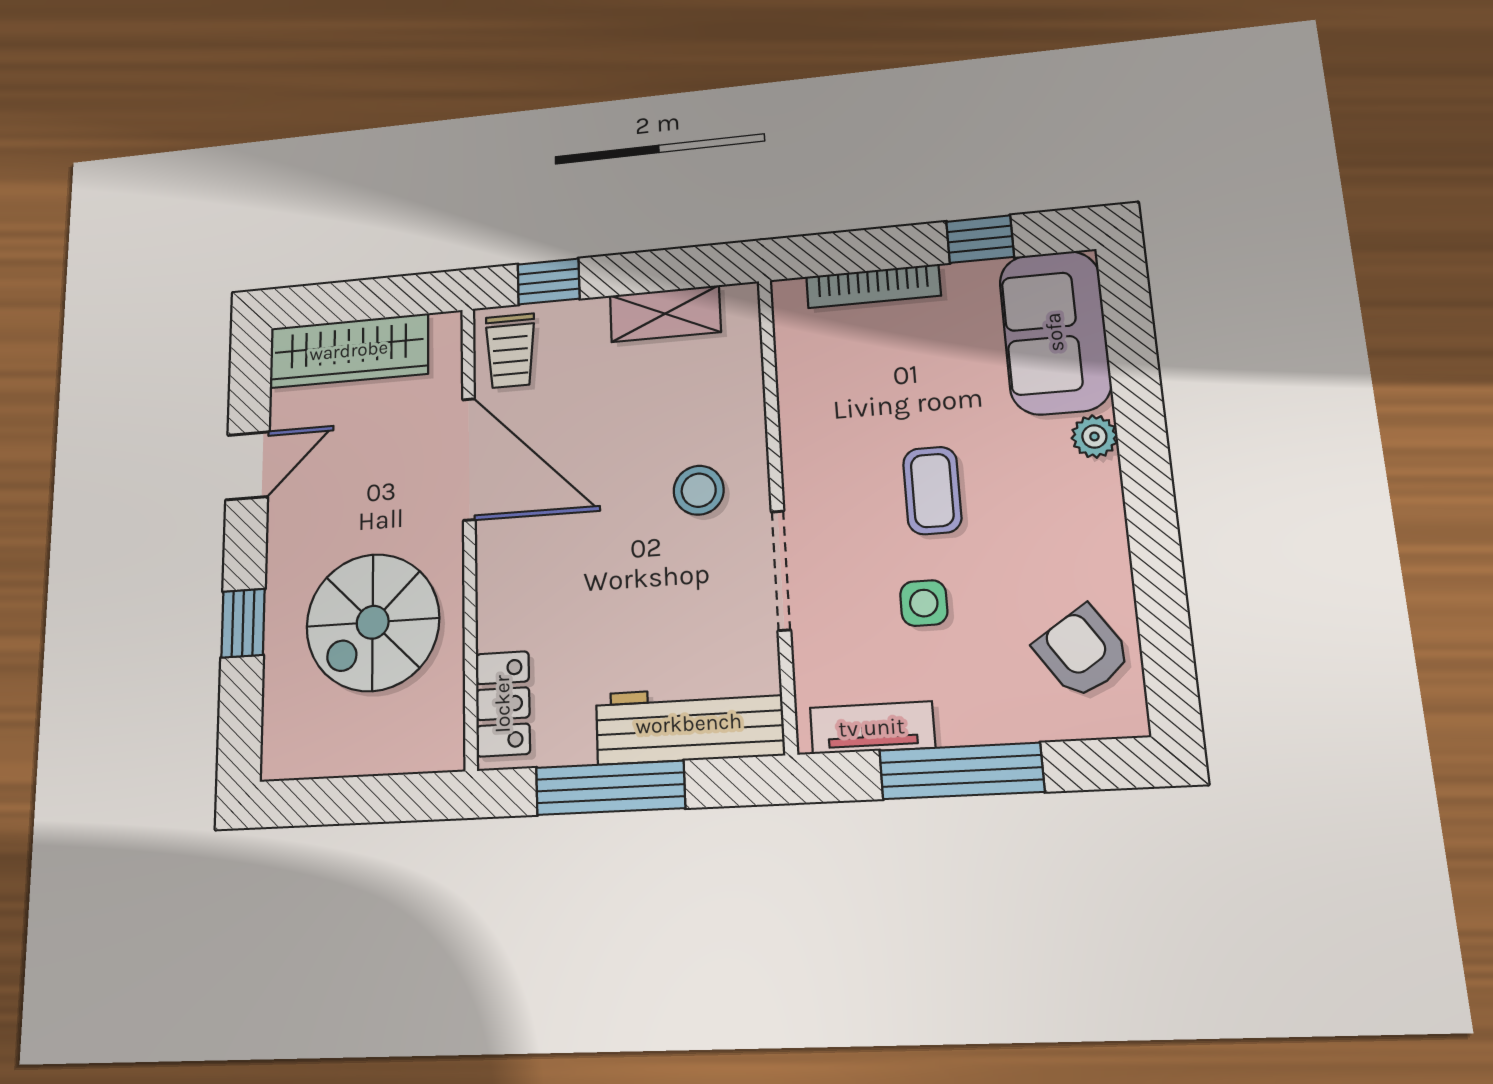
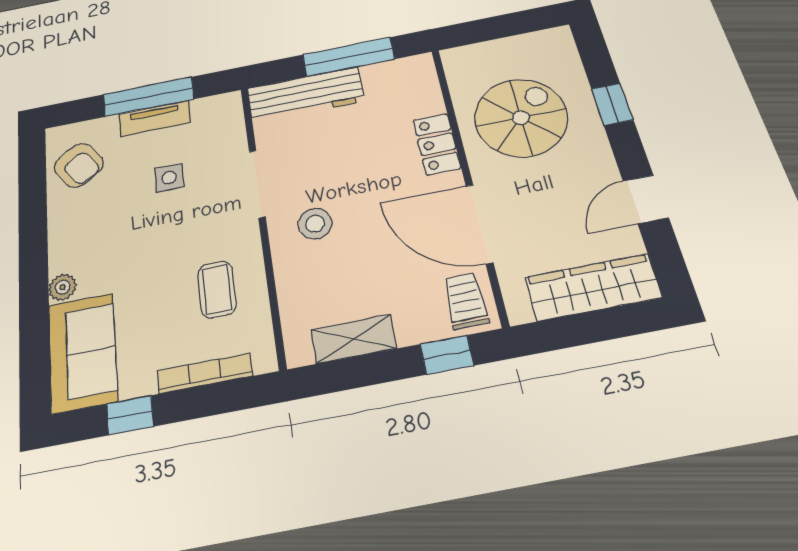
coffee table: (932, 490) -> (217, 289), moved
locker: (503, 704) -> (437, 144), moved
tv unit: (872, 728) -> (155, 118), moved

